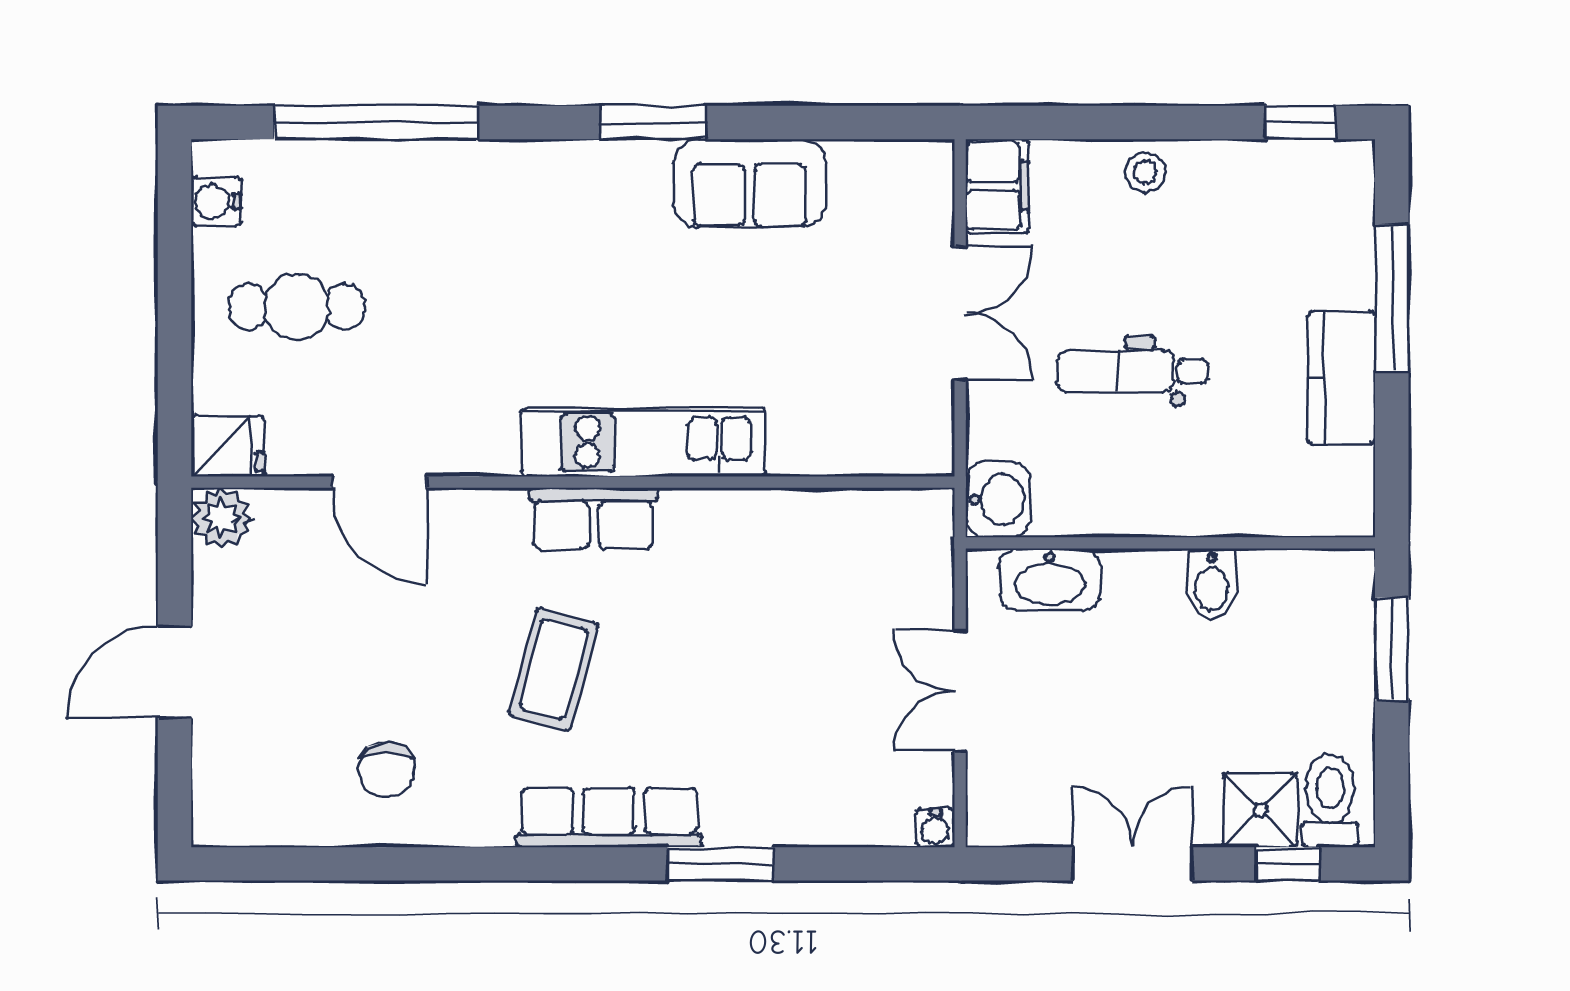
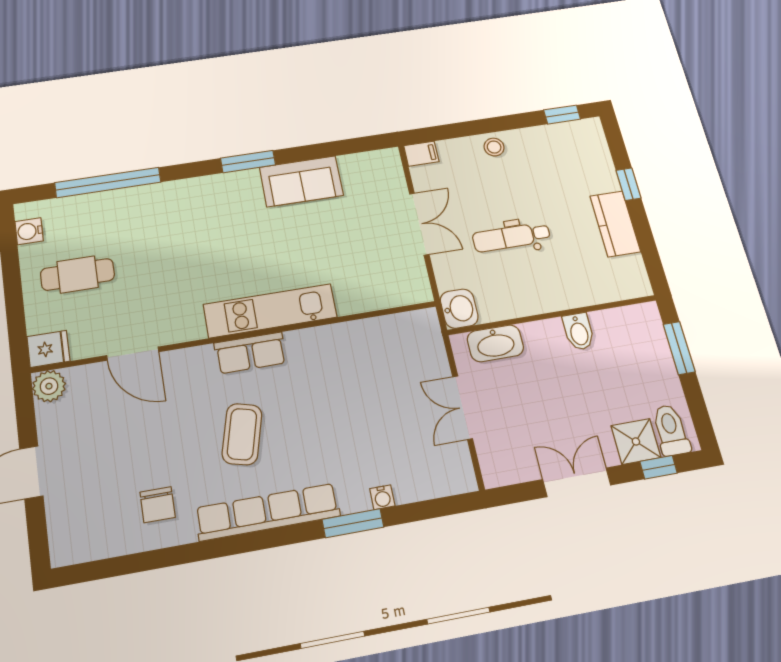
filing cabinet: (997, 186) -> (421, 154), width x0.50
window: (1392, 299) -> (629, 184), width x0.46
row of seats: (609, 817) -> (268, 512), width x1.36
water cooler: (935, 828) -> (382, 497), moved

